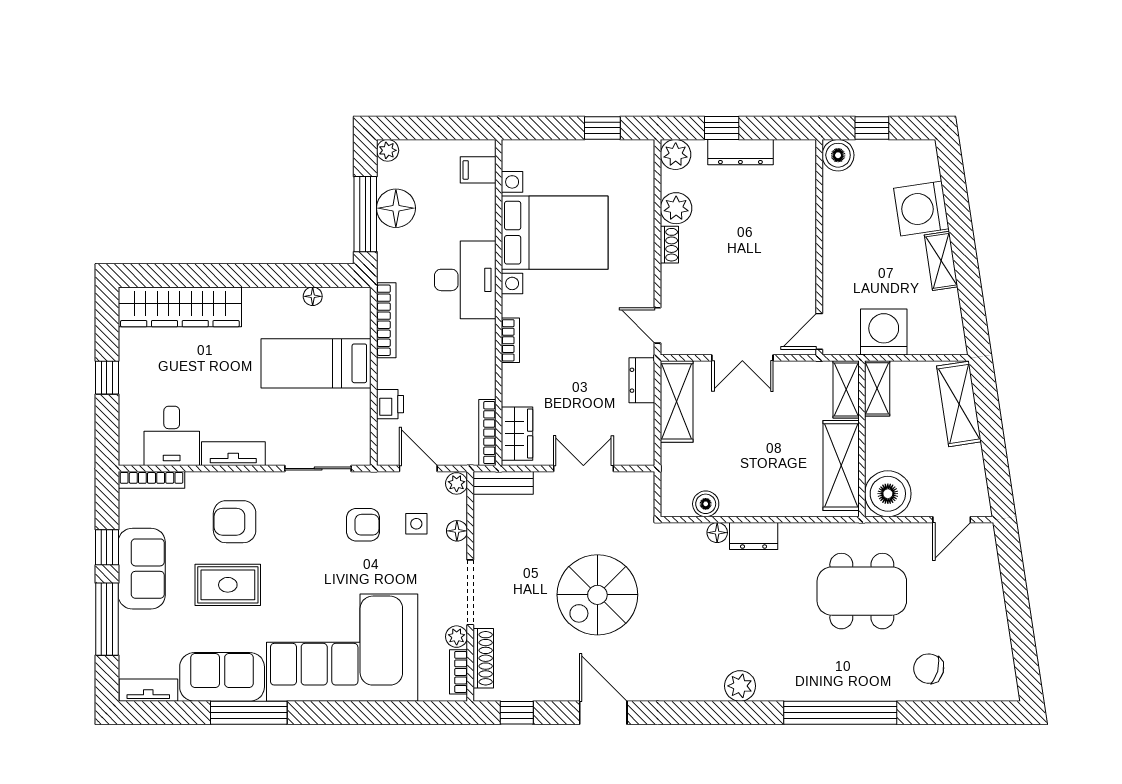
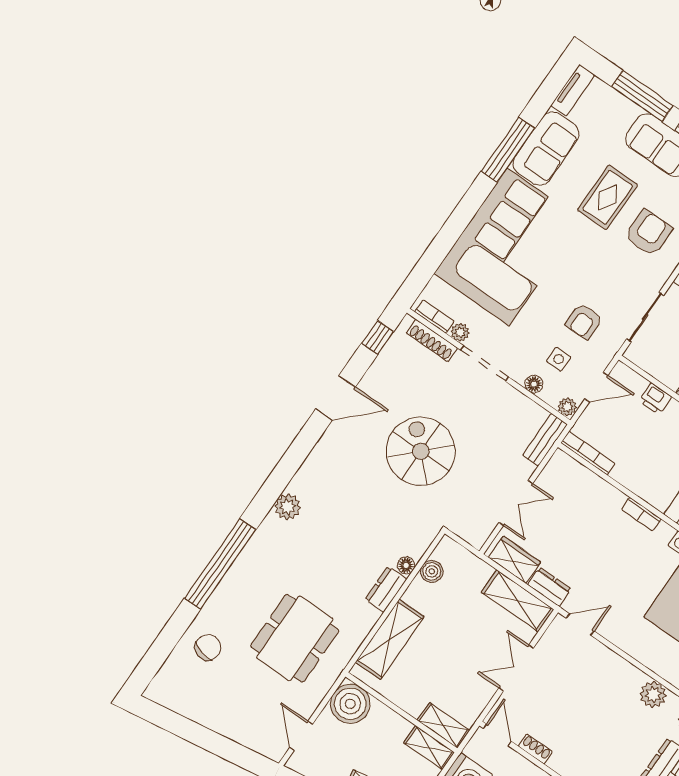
shoe rack: (669, 245) -> (535, 749), moved, turned 180
wardrobe: (517, 434) -> (514, 560), moved, turned 180
shelving: (841, 465) -> (390, 639), moved, turned 90

